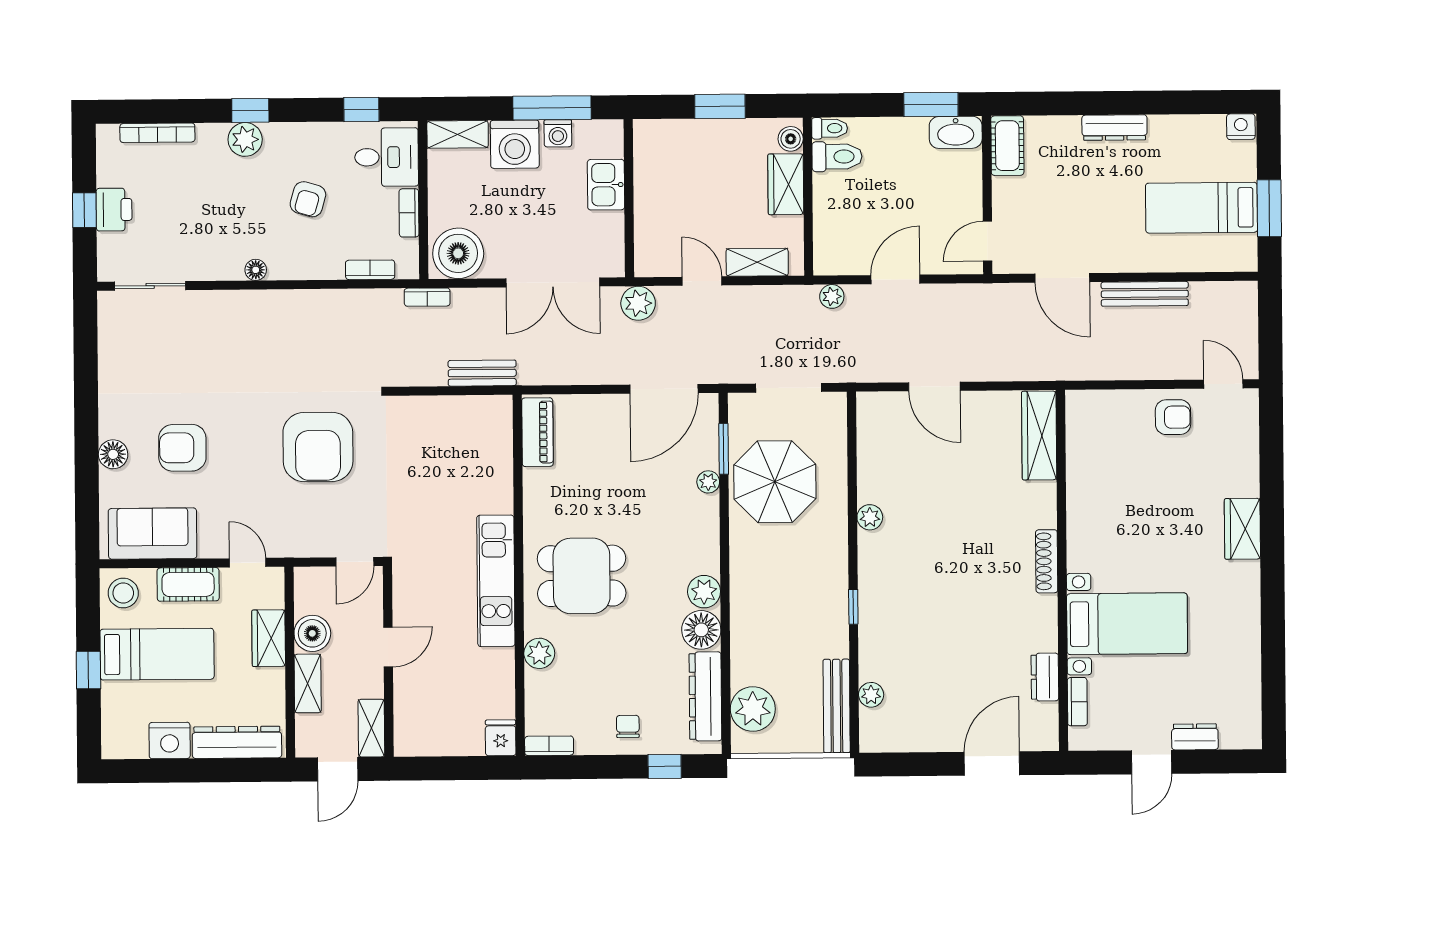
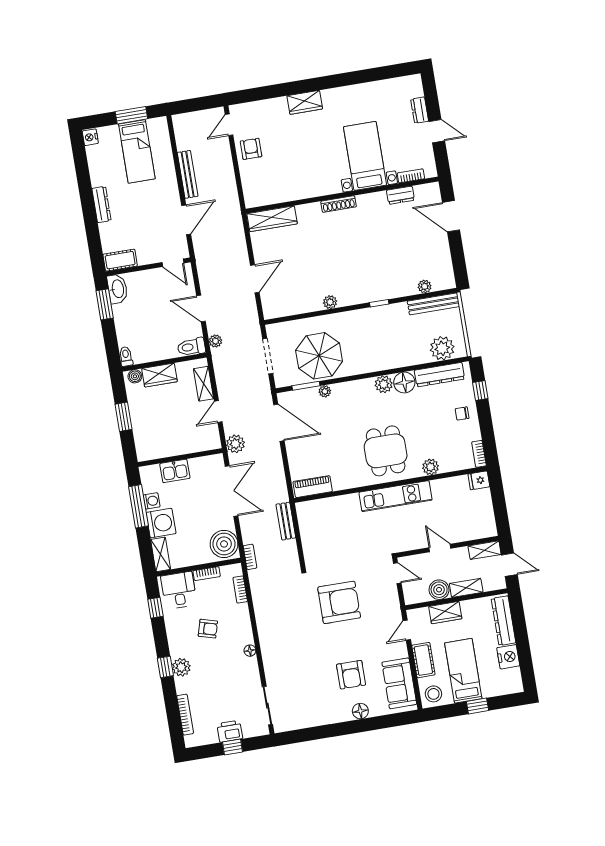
toilet: (837, 157) -> (191, 347), moved, turned -90

